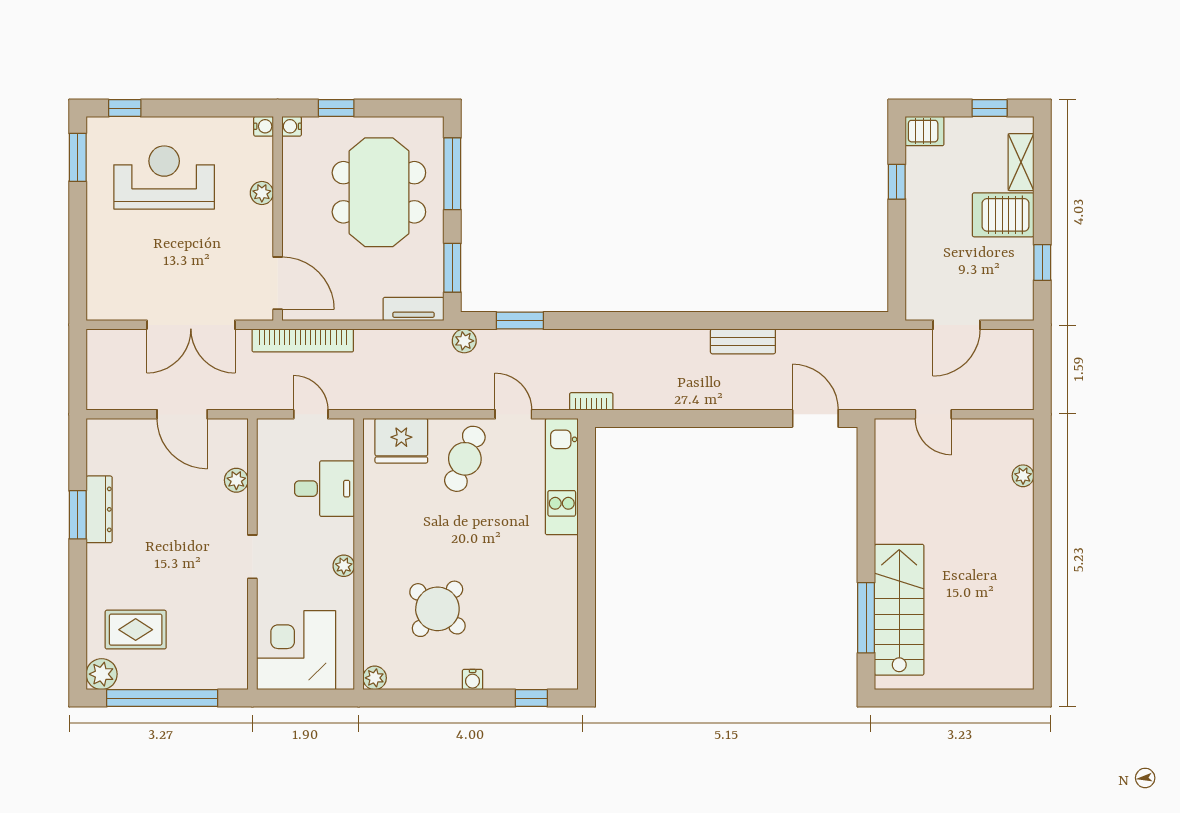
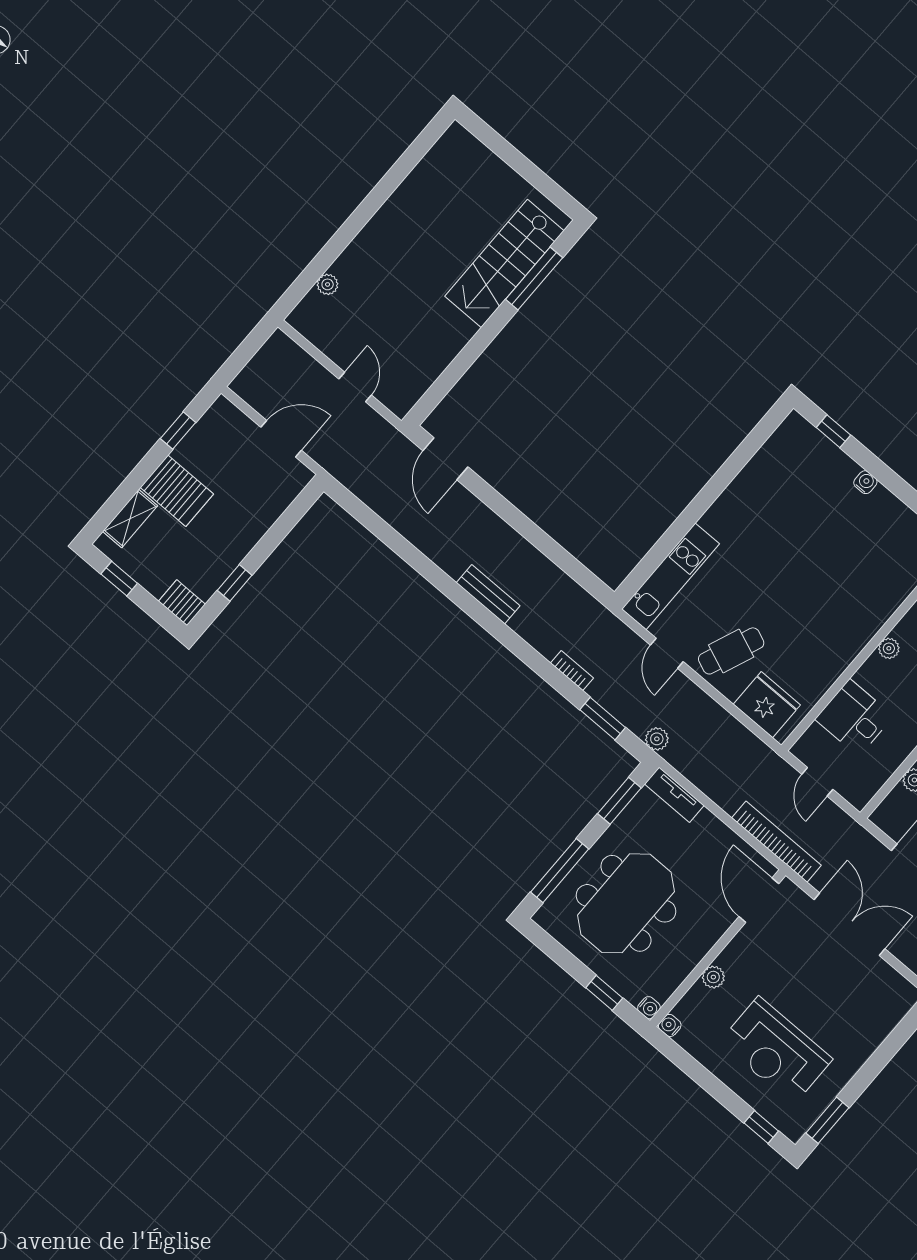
bench: (743, 341) -> (488, 594), moved
bookcase: (591, 401) -> (572, 670), moved, turned 180
round table: (437, 609) -> (847, 557), removed

